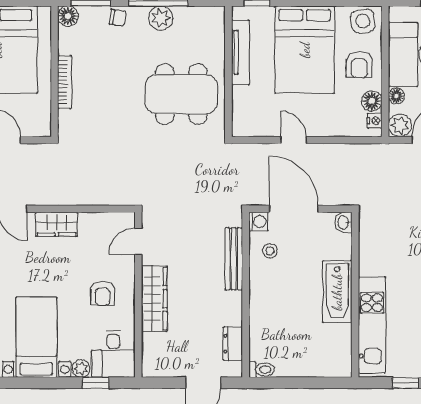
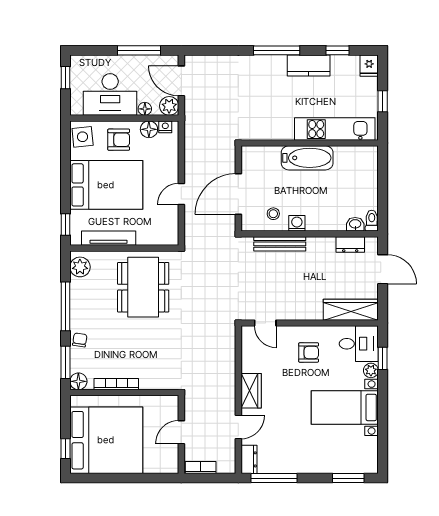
plant: (161, 18) -> (80, 267), moved
bookcase: (65, 82) -> (116, 384), moved
washing machine: (258, 222) -> (297, 223), moved
washbasin: (344, 222) -> (355, 224), moved, turned 180
wardrobe: (154, 299) -> (351, 310), moved

